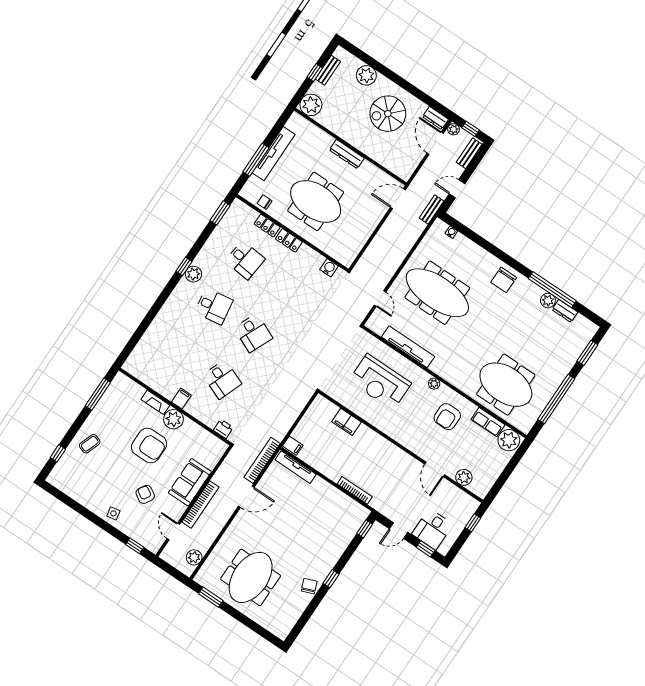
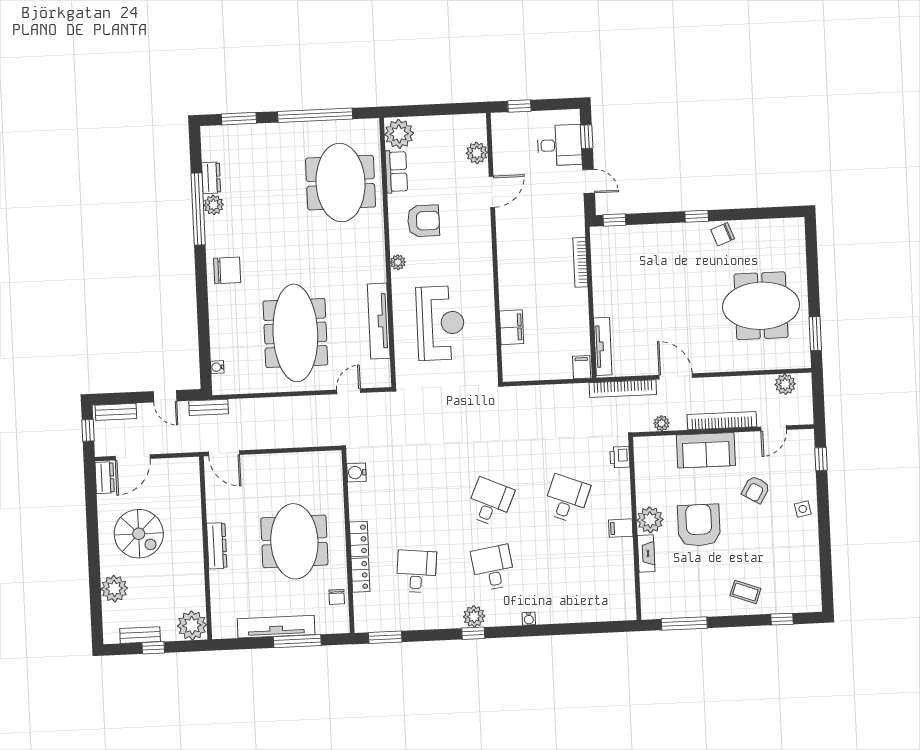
plant: (454, 129) -> (662, 423), moved
water cooler: (168, 305) -> (529, 619), added

